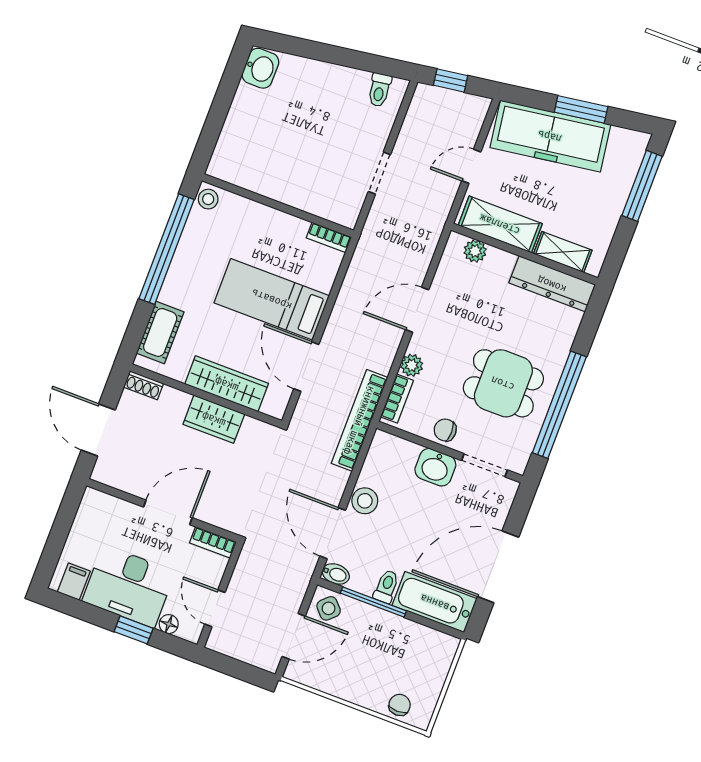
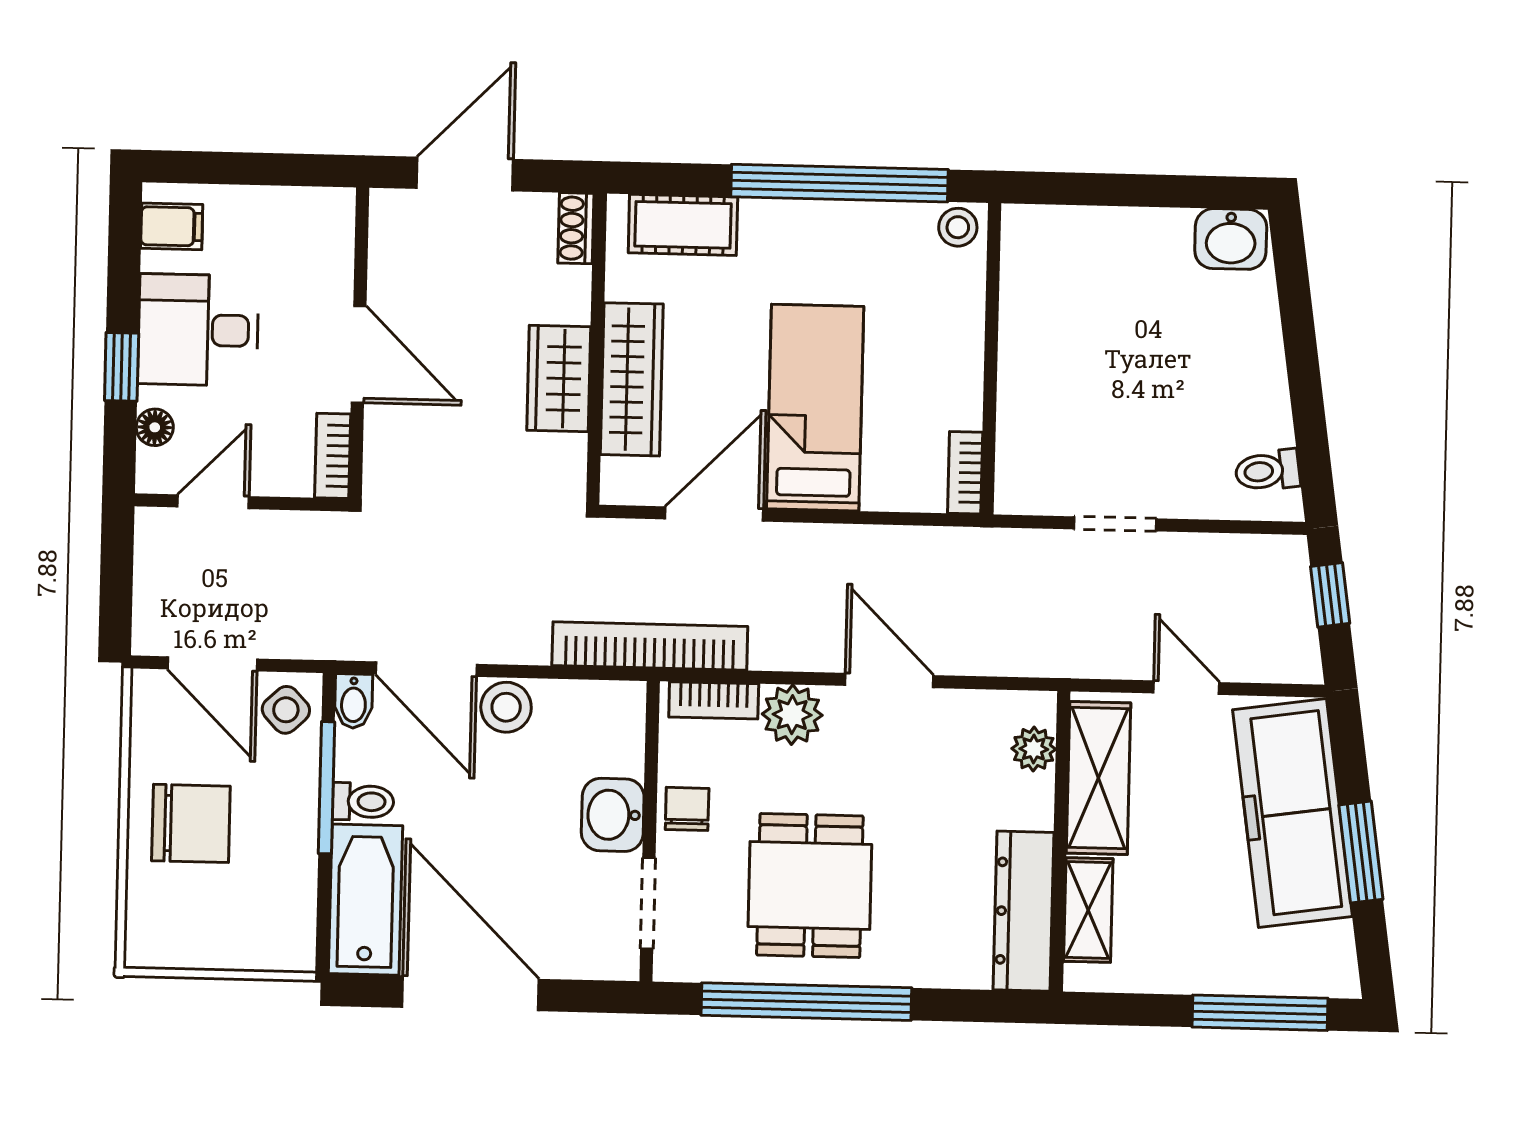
plant: (412, 365) -> (792, 715), width x1.38, depth x1.38
door: (333, 533) -> (426, 669), swing flipped
desk: (129, 586) -> (198, 330), width x0.73
chair: (400, 705) -> (191, 823), moved, width x1.87, depth x1.87

